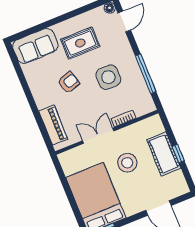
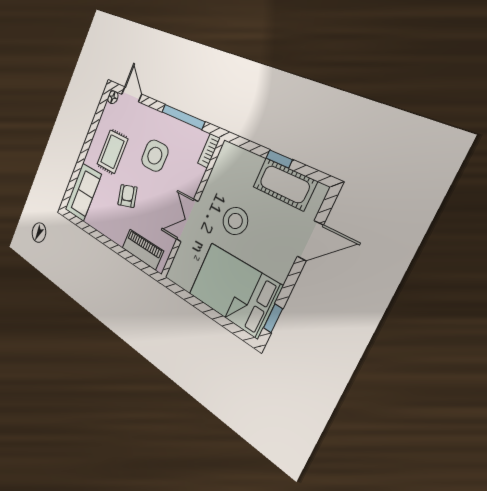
bookcase: (124, 118) -> (209, 151), moved
cot: (164, 154) -> (284, 184), moved

